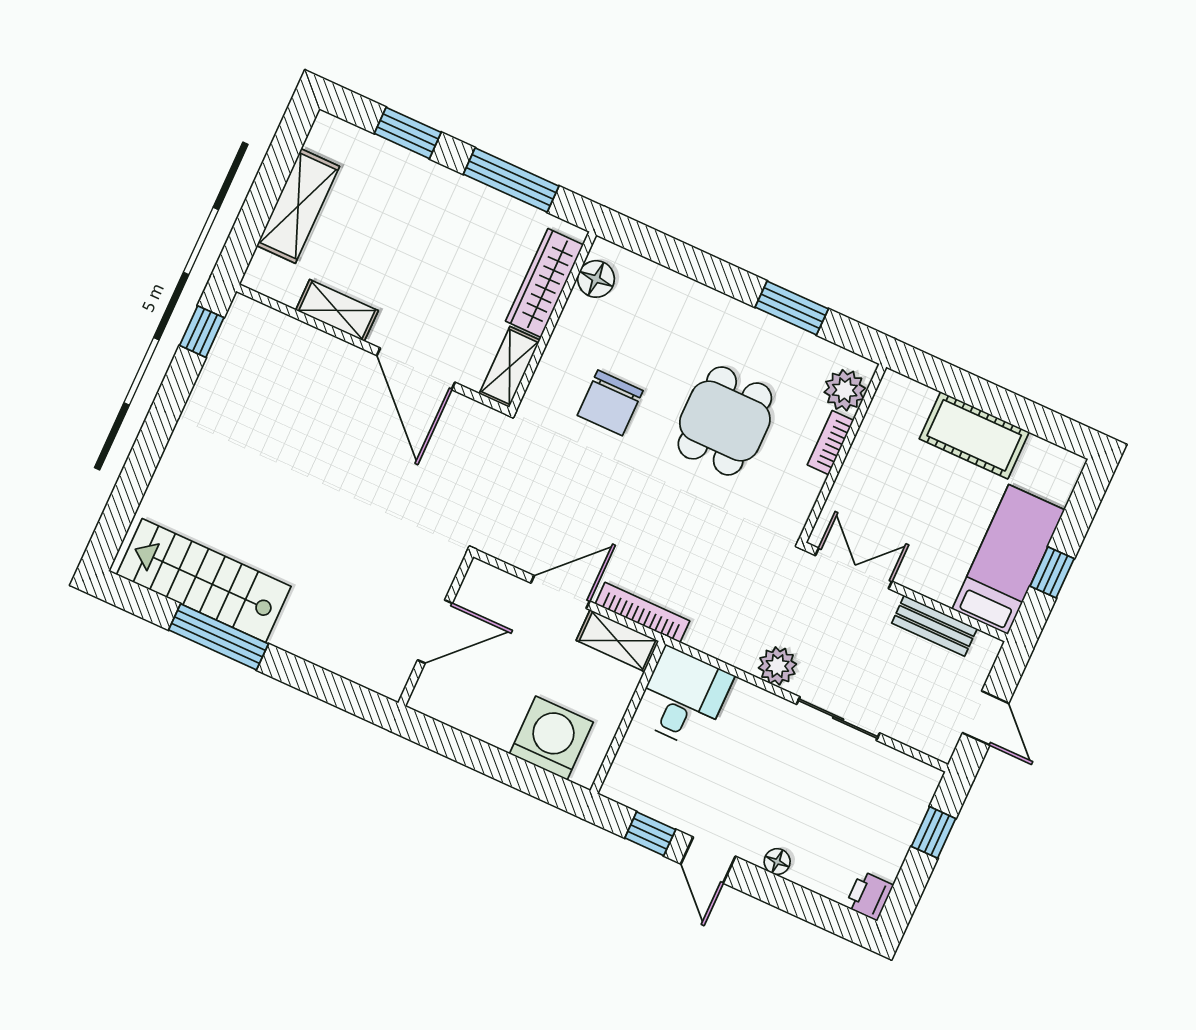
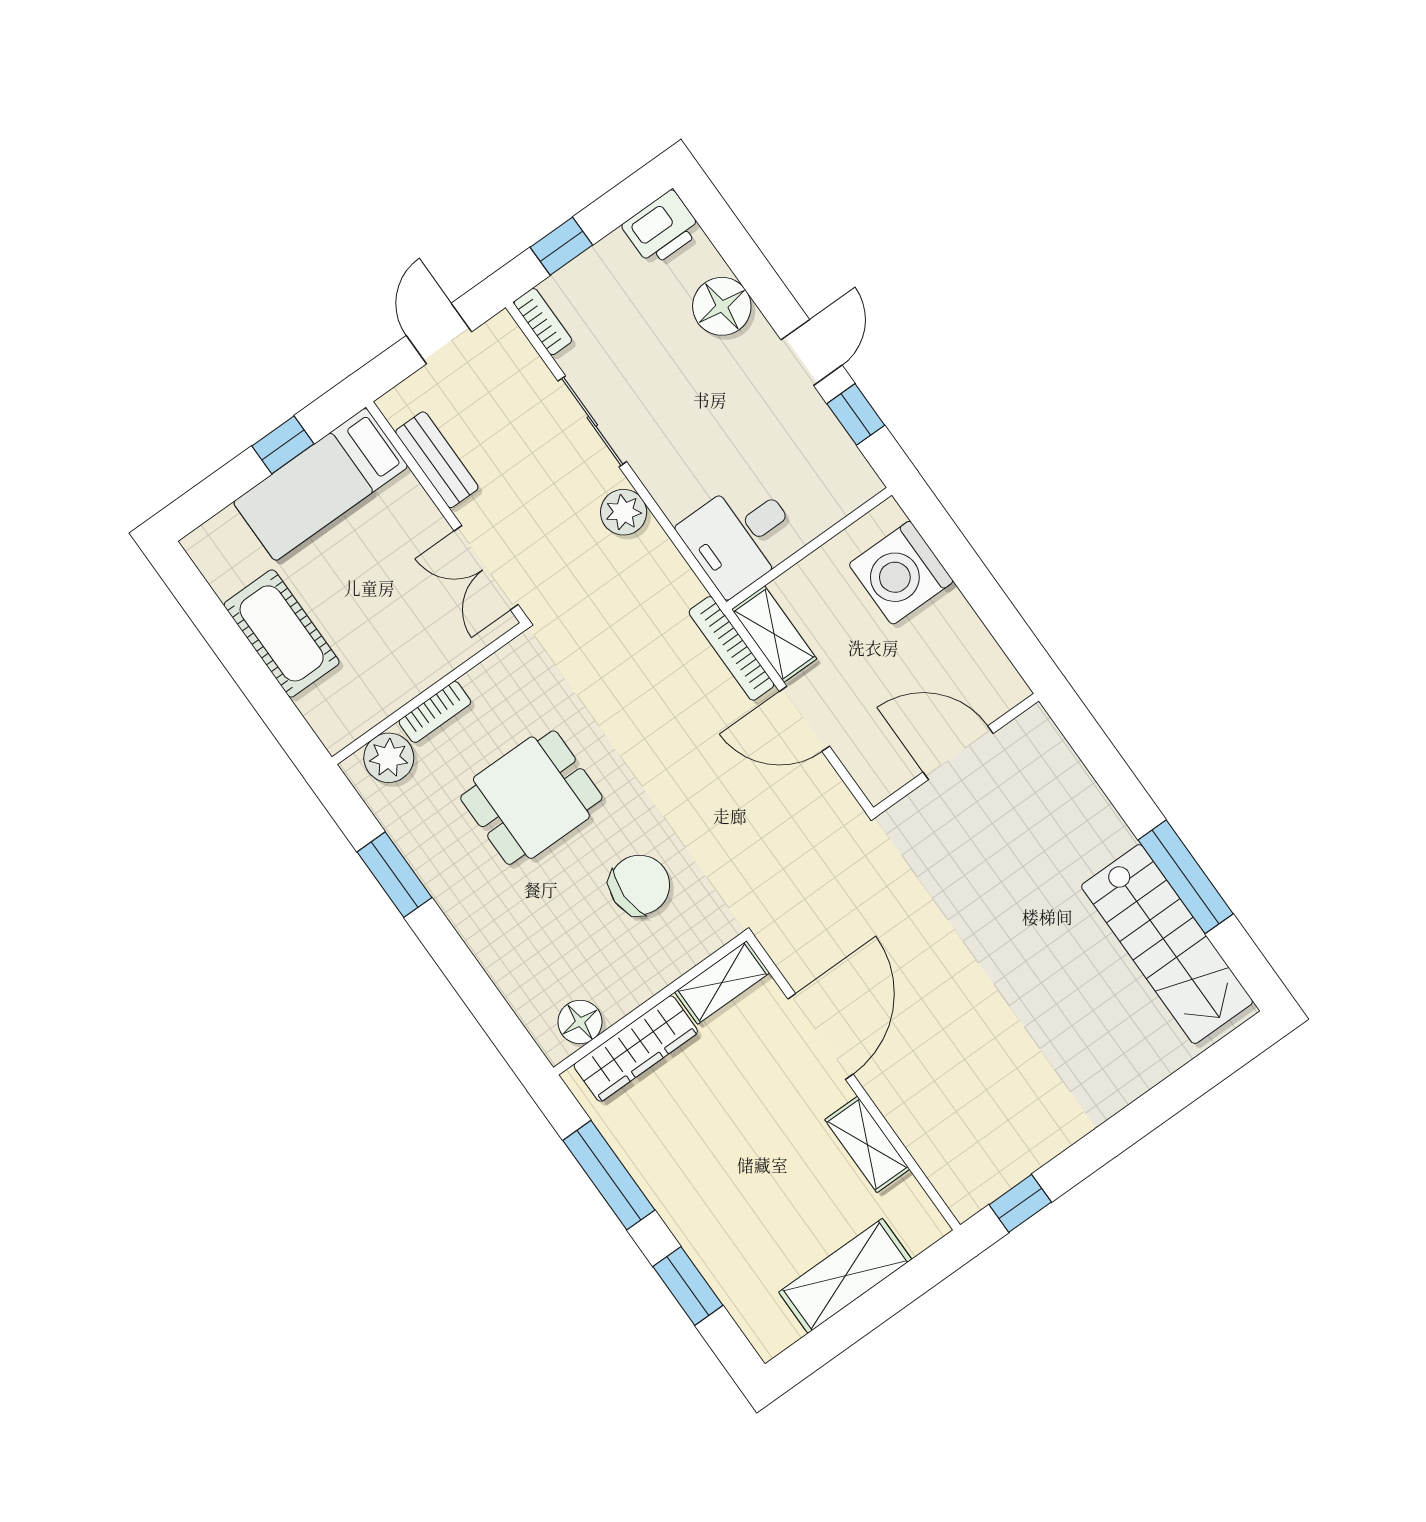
bookcase: (915, 770) -> (543, 322), added
floor lamp: (777, 862) -> (722, 306), width x1.89, depth x1.89
printer: (869, 896) -> (662, 228), width x1.36, depth x1.24

